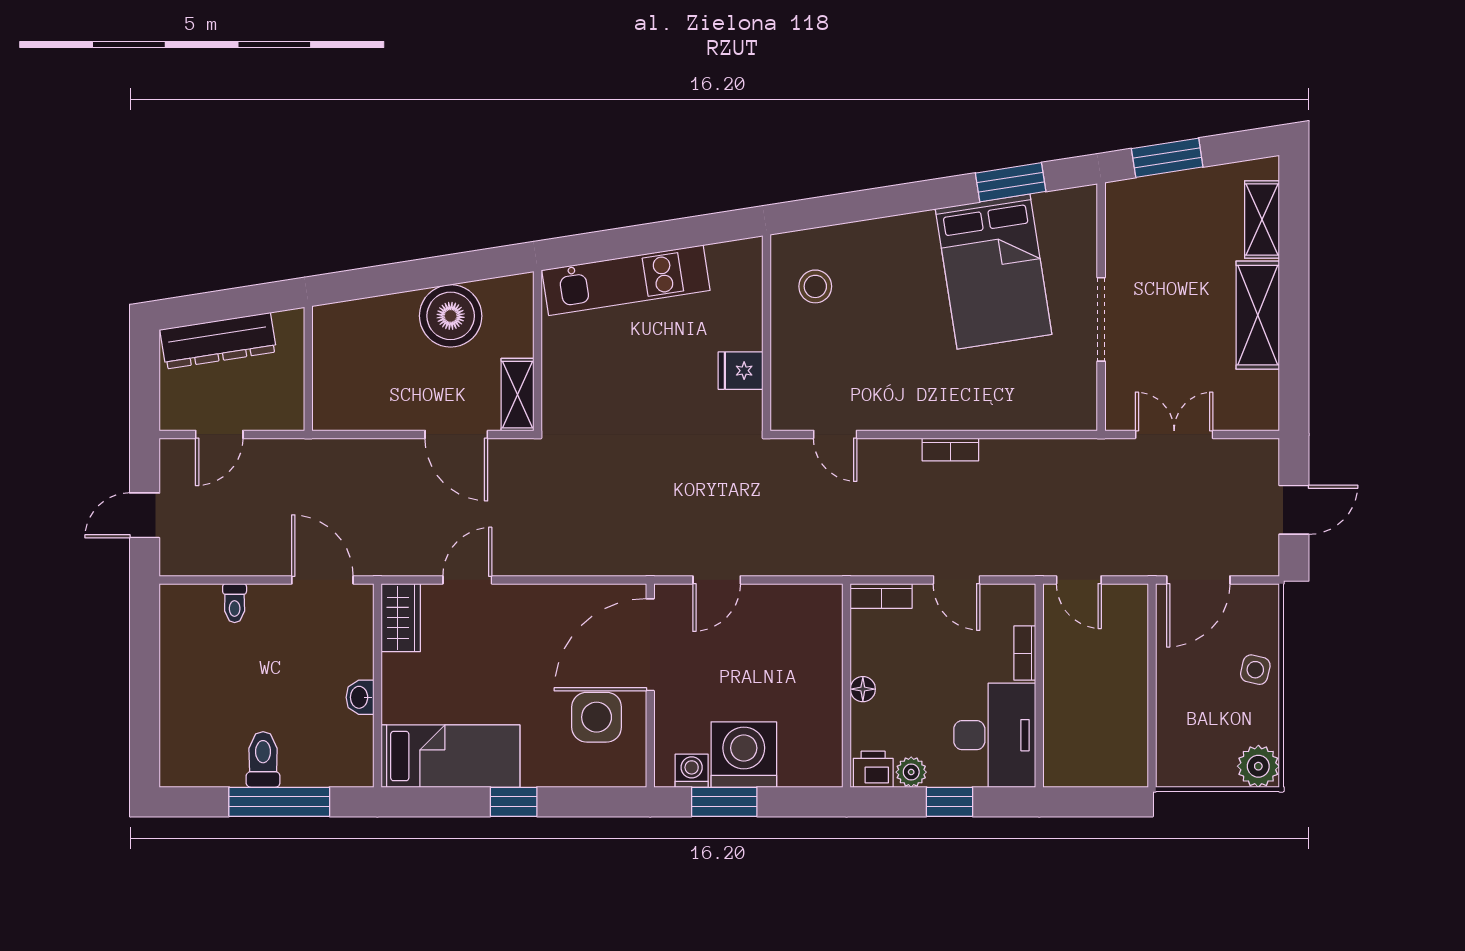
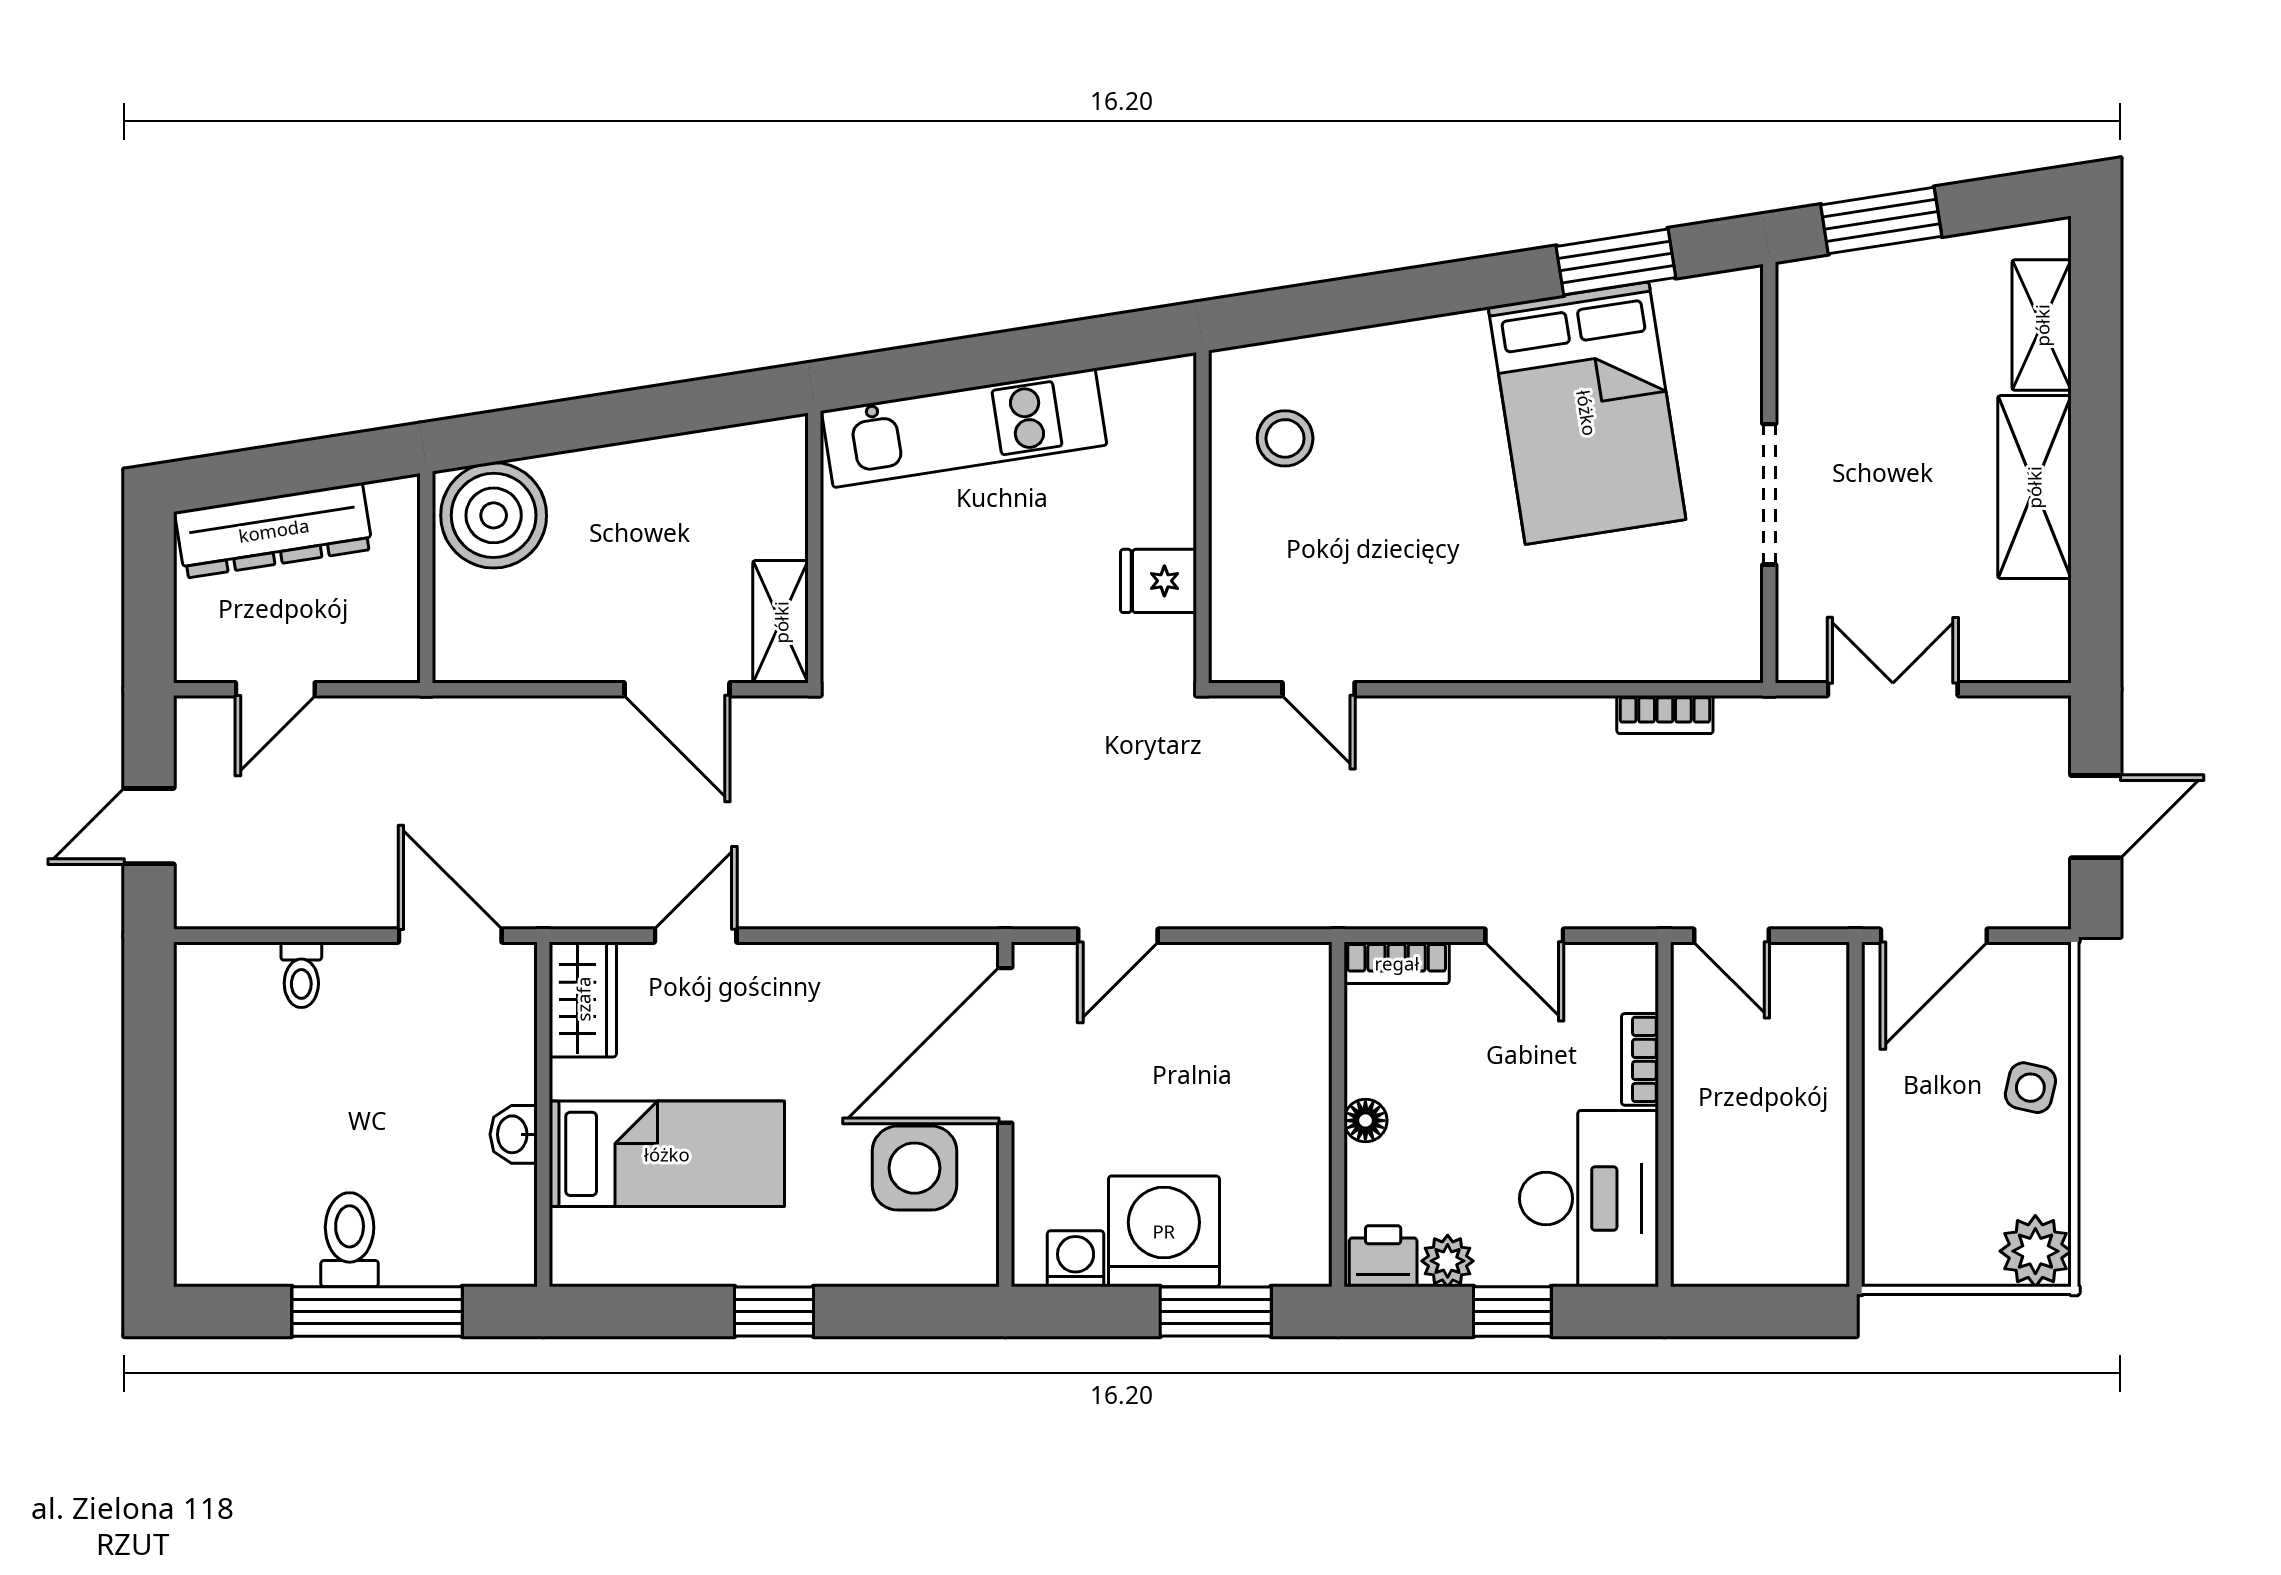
boiler: (451, 316) -> (494, 515), moved
bookcase: (950, 449) -> (1665, 715), moved
bed: (450, 756) -> (667, 1154), moved
window: (724, 802) -> (1216, 1311), moved

